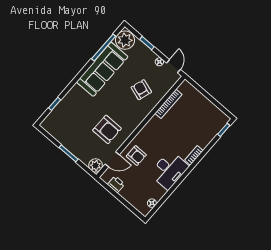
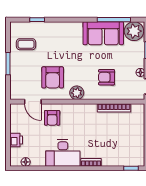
sofa: (102, 69) -> (103, 33), width x0.73
armchair: (141, 90) -> (107, 77), turned -108
coffee table: (66, 128) -> (26, 44), added
plant: (96, 165) -> (77, 93), moved
printer: (116, 184) -> (16, 140), moved

